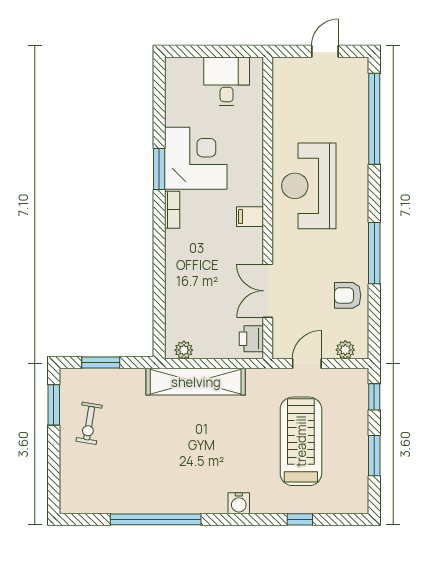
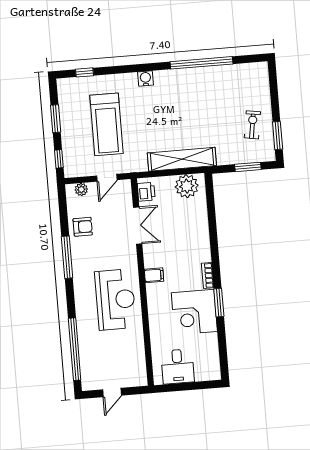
plant: (184, 350) -> (187, 186), width x1.87, depth x1.87
window: (300, 519) -> (84, 72), moved

